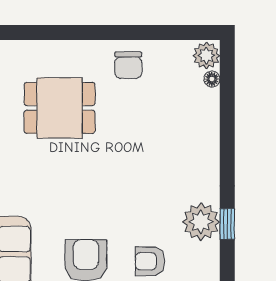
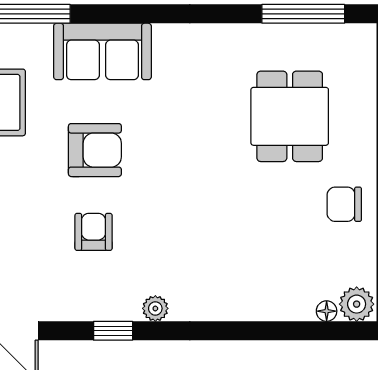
plant: (201, 222) -> (155, 308), width x0.53, depth x0.53
window: (227, 224) -> (113, 331), moved

